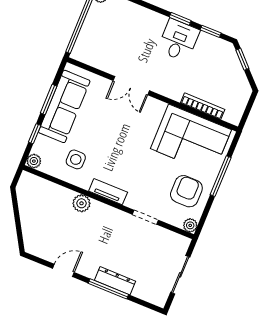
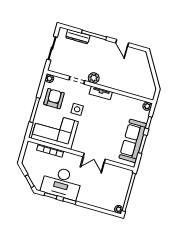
desk: (179, 40) -> (62, 183), width x1.87, depth x1.30
double door: (131, 86) -> (94, 158), swing flipped
side table: (76, 159) -> (77, 109), moved
armchair: (186, 191) -> (54, 99), turned 180
plant: (81, 203) -> (94, 78), moved
door: (63, 270) -> (122, 43), hinge flipped
dresser: (115, 281) -> (78, 37), moved

